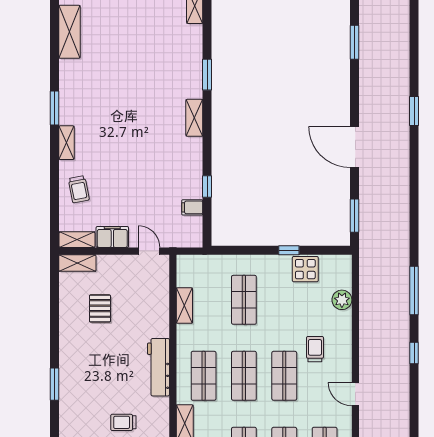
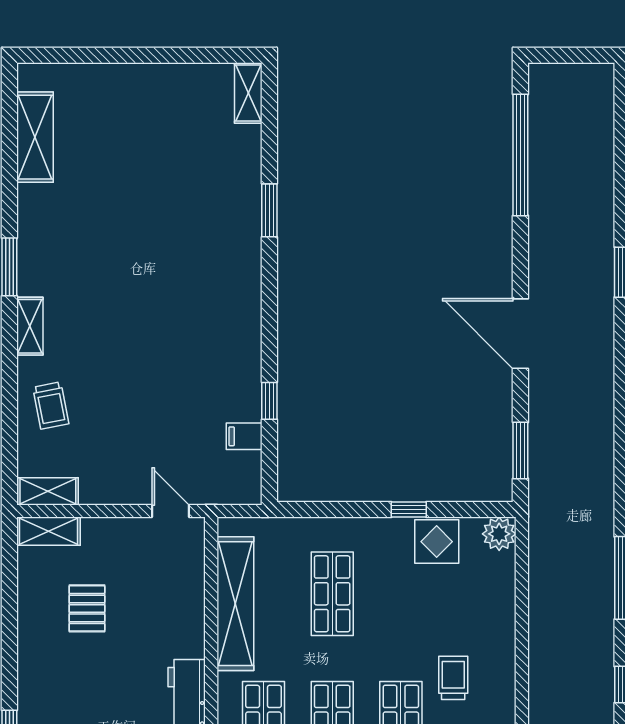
window: (354, 42) -> (520, 155), width x2.11
shelving: (194, 118) -> (248, 284), removed
filing cabinet: (112, 237) -> (108, 487), removed
plant: (342, 300) -> (499, 534), moved
shelving: (184, 306) -> (235, 604), width x2.20, depth x1.33

